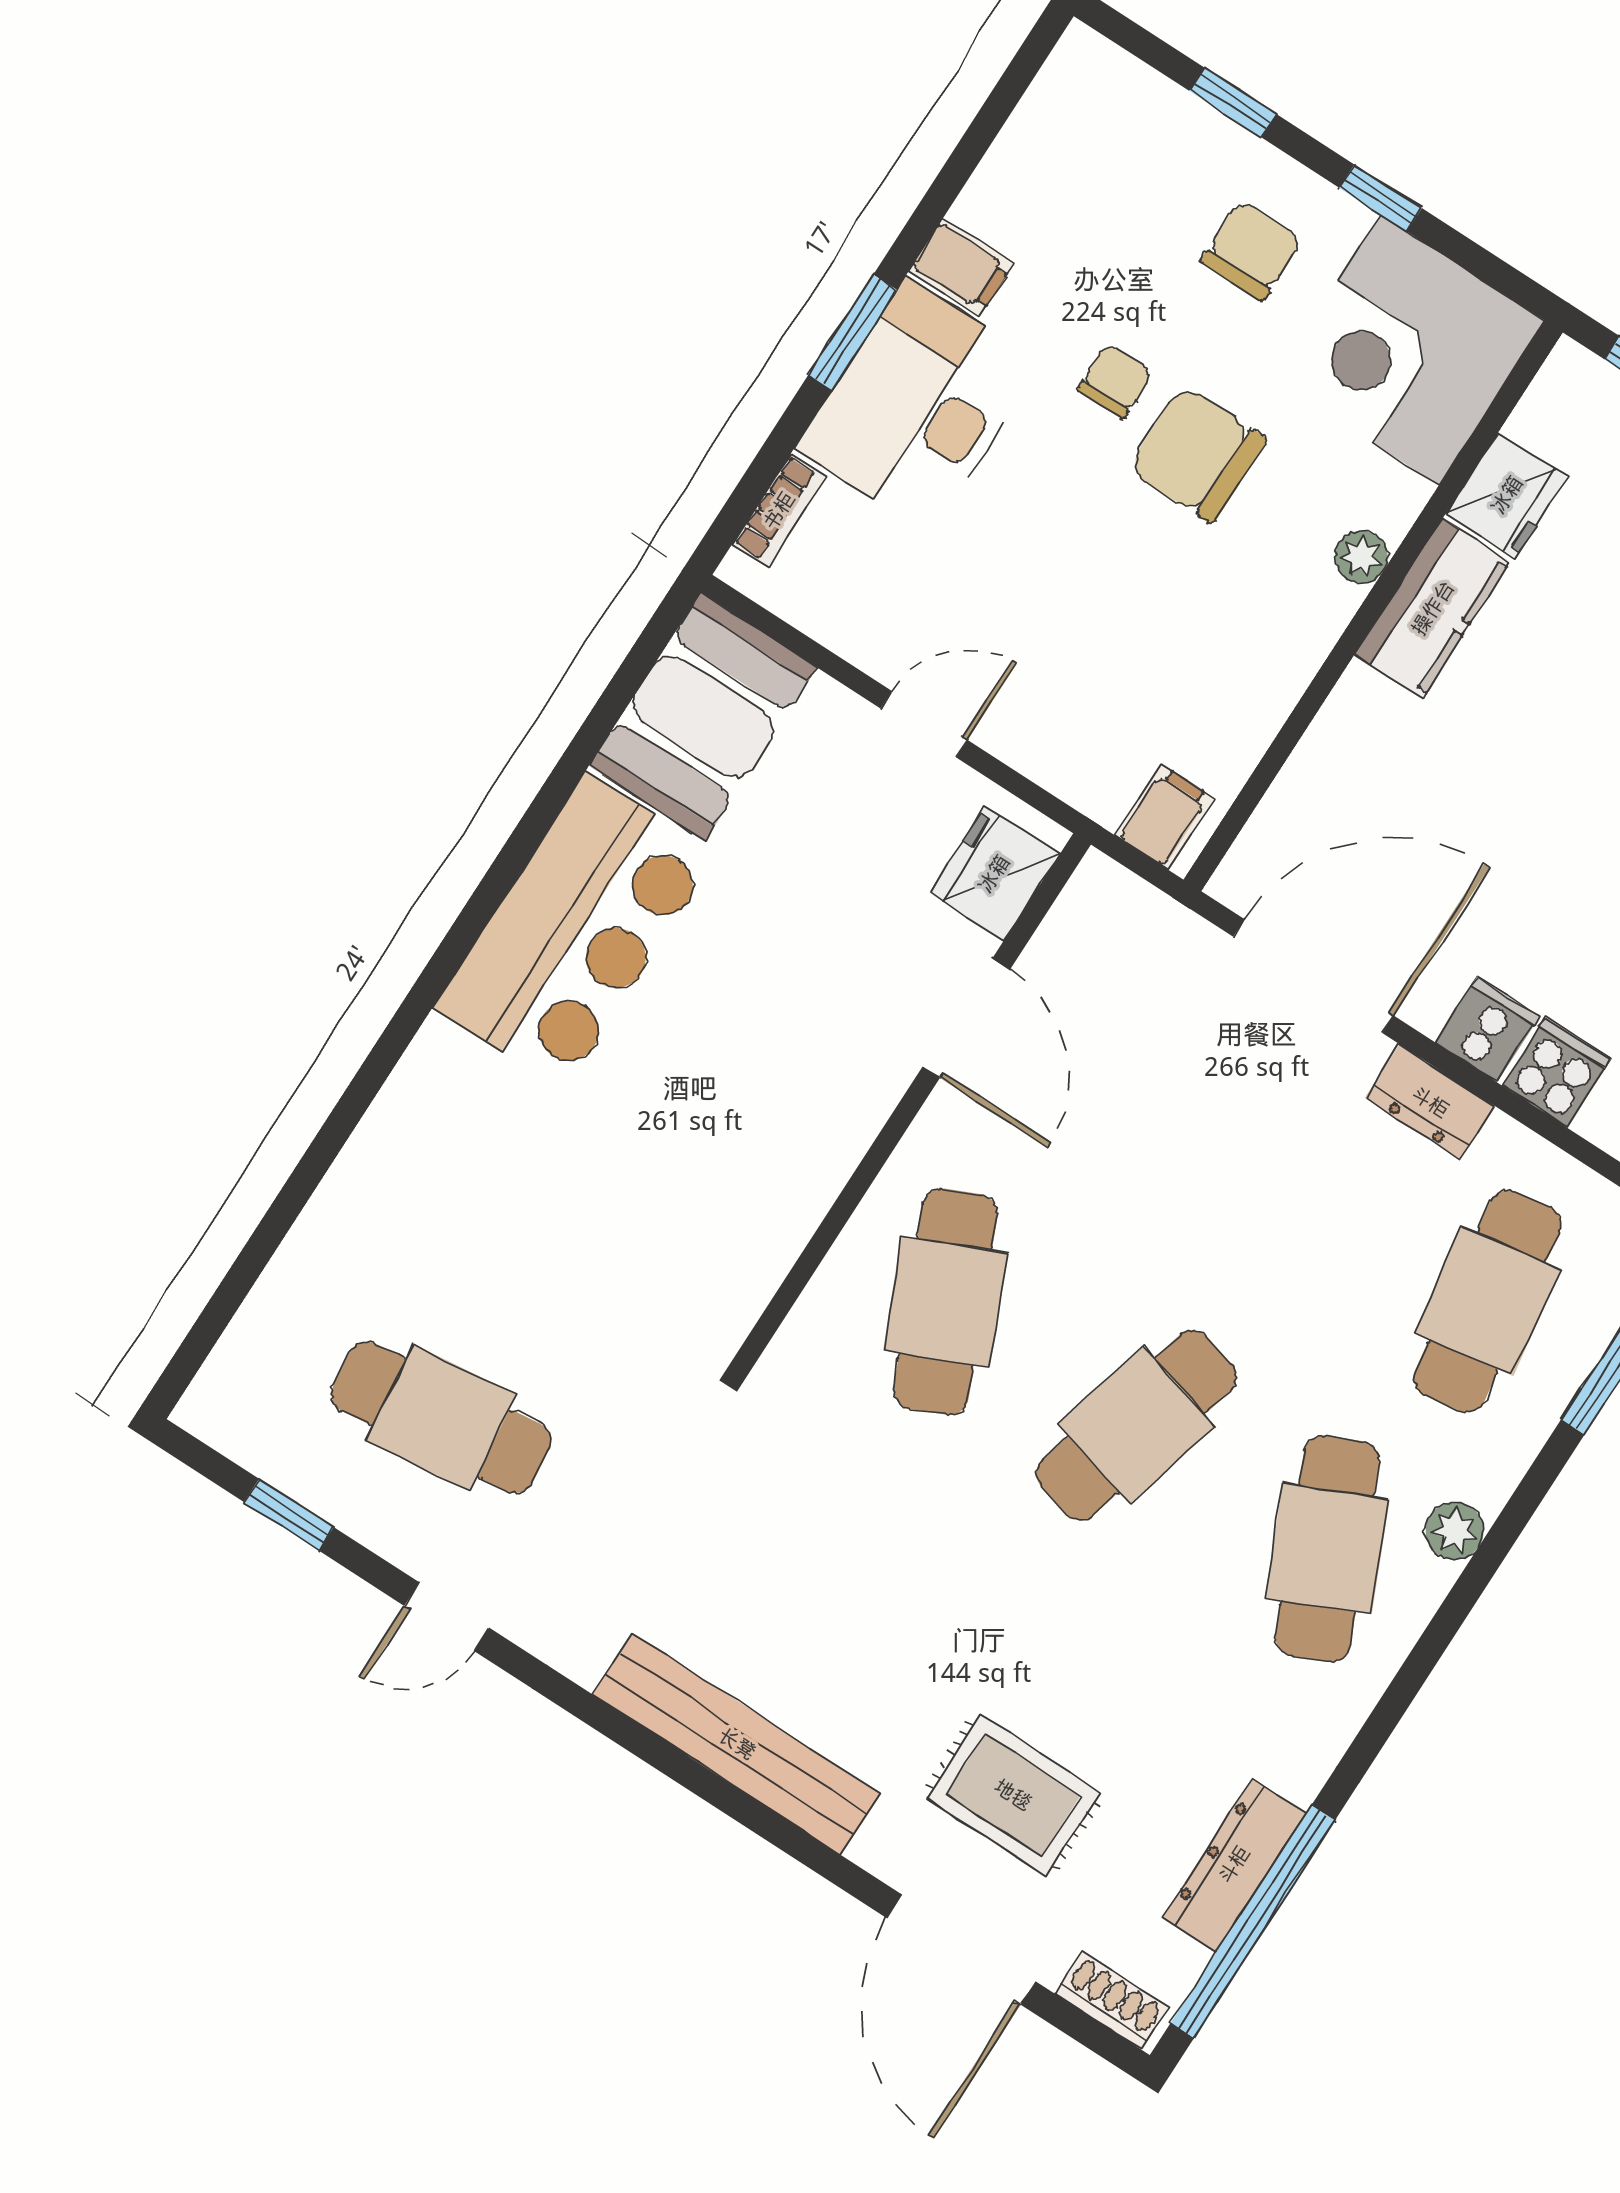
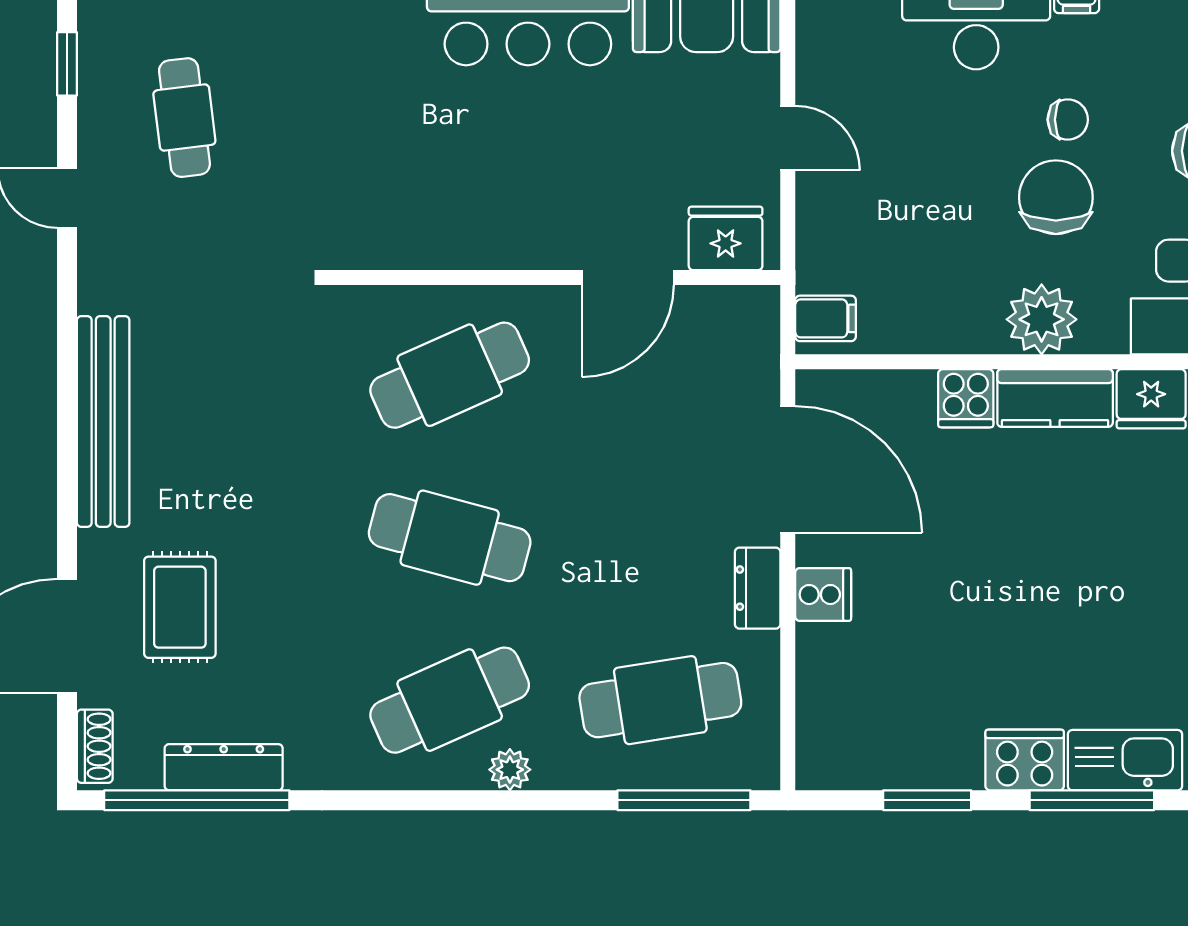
plant: (1361, 557) -> (1042, 319), width x1.87, depth x1.87
cooker: (1556, 1072) -> (966, 398), moved, turned 90
cafe table: (441, 1417) -> (184, 118), width x0.73, depth x0.74

